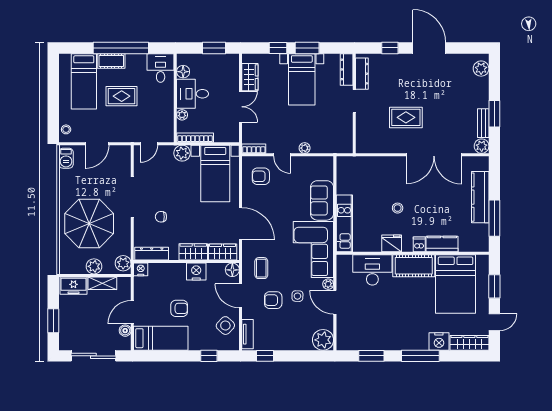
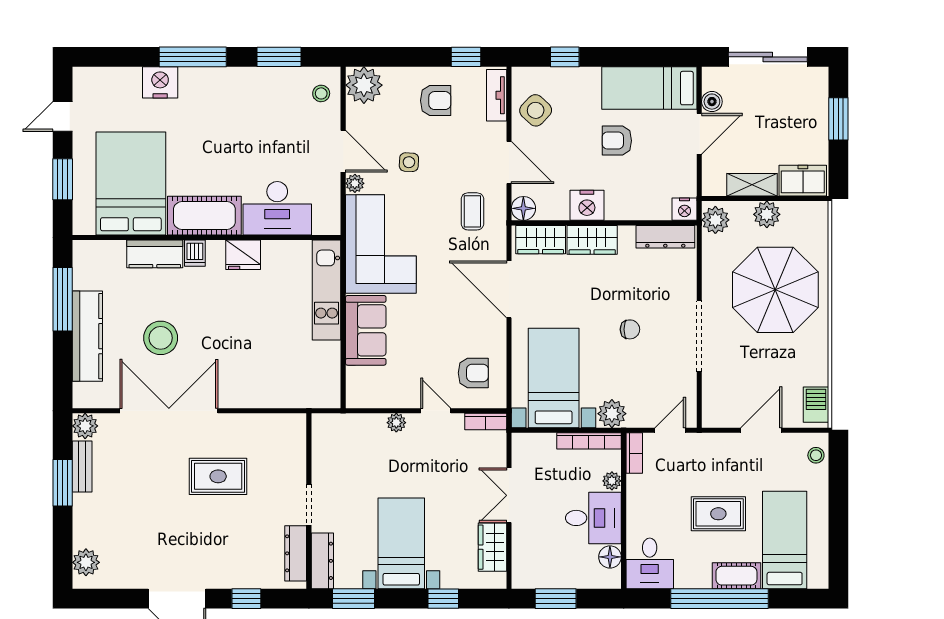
window: (307, 48) -> (354, 599), moved
bookcase: (169, 131) -> (634, 453), added
stool: (398, 208) -> (161, 338), moved, width x1.89, depth x1.89
chair: (161, 217) -> (630, 329), moved
armchair: (273, 300) -> (436, 101), moved
stool: (347, 335) -> (321, 93), added
wardrobe: (469, 343) -> (106, 80), removed

